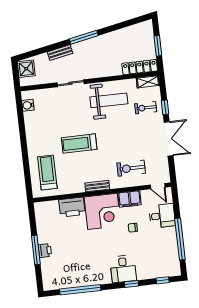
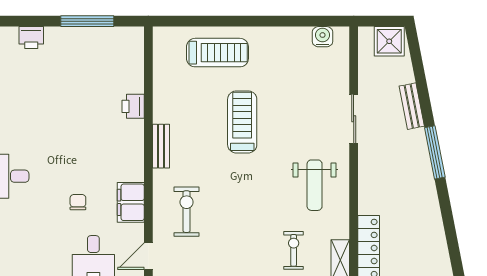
weight bench: (109, 100) -> (315, 185), width x0.73, depth x0.75
treadmill: (47, 172) -> (217, 53), moved
printer: (72, 207) -> (133, 106), width x0.53, depth x0.68
corner desk: (102, 211) -> (114, 150), removed
window: (36, 250) -> (87, 21), moved
printer: (45, 251) -> (31, 37), moved

